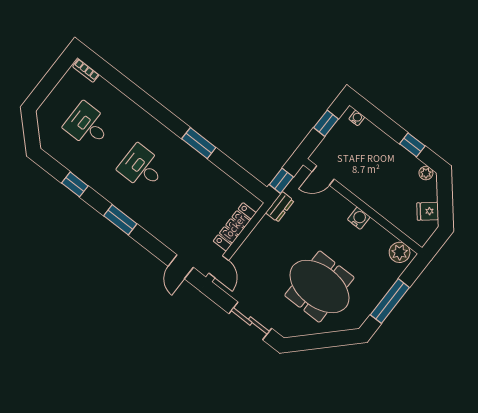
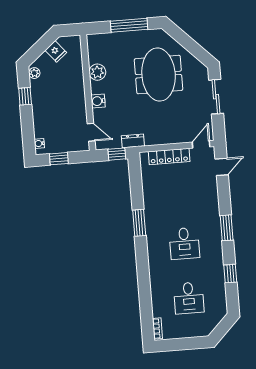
water cooler: (359, 218) -> (98, 101), moved
plant: (400, 252) -> (97, 72), moved

